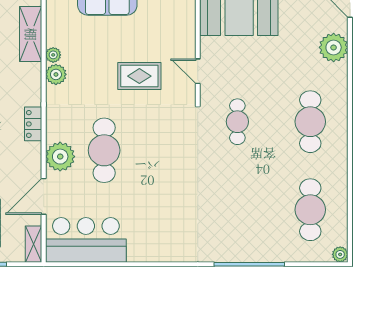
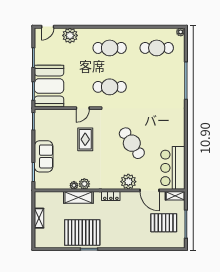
shelving: (31, 34) -> (78, 197), moved
cafe table: (237, 122) -> (110, 87), width x1.37, depth x1.35
cafe table: (104, 150) -> (132, 143), moved, turned 56

